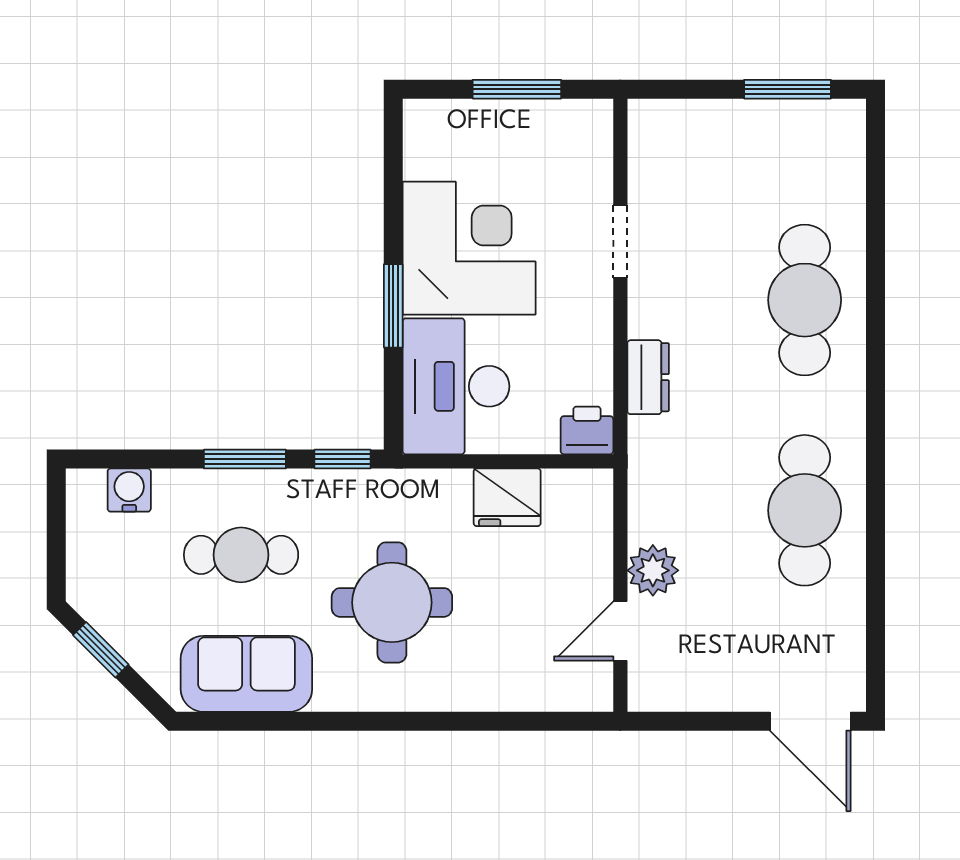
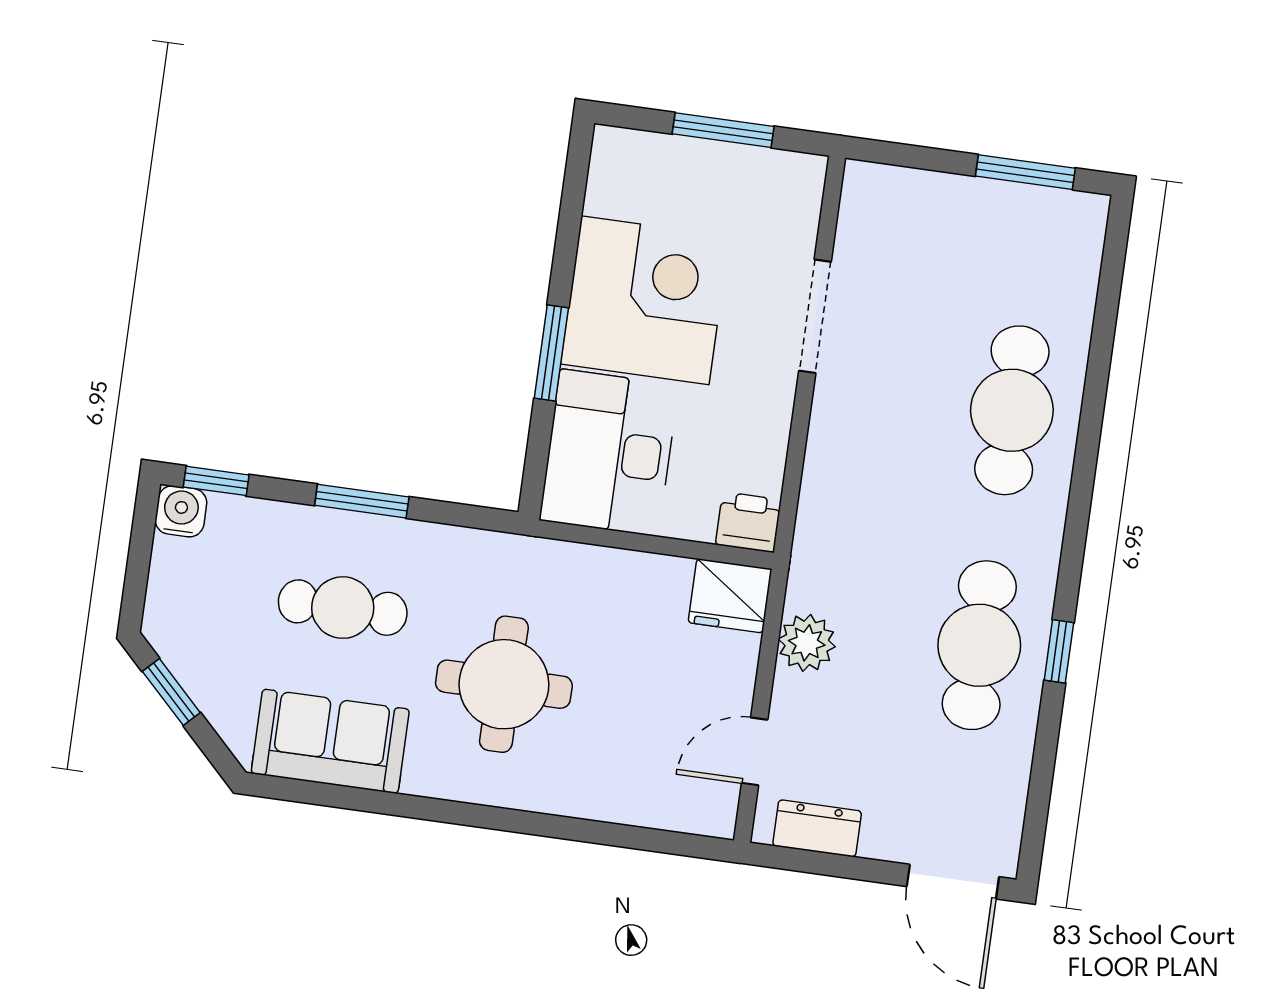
doorway: (620, 241) -> (815, 316), width x1.38
dresser: (648, 377) -> (817, 828), moved, turned -90
window: (342, 459) -> (216, 481), moved
water cooler: (129, 490) -> (181, 511), moved
fridge: (507, 497) -> (730, 596), moved
window: (875, 506) -> (1059, 651), added
plant: (653, 570) -> (807, 643), moved

